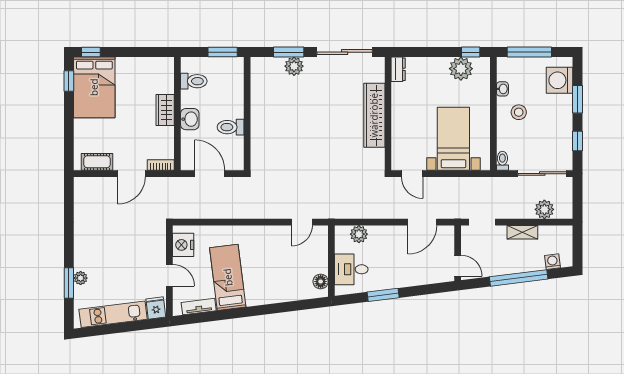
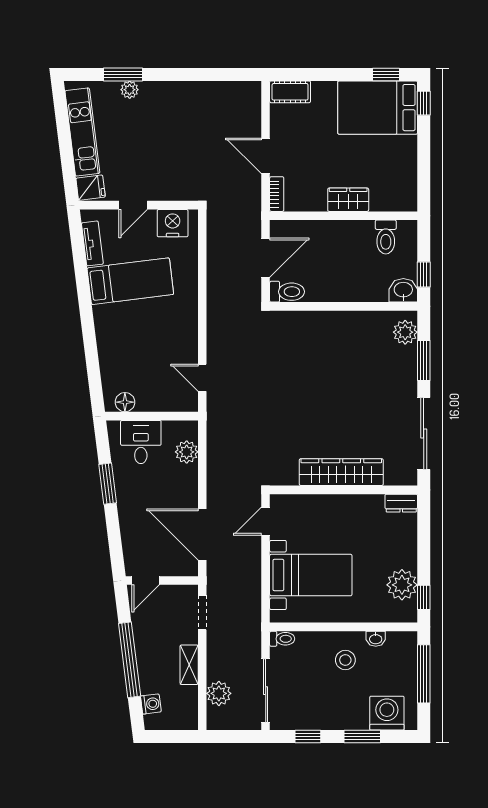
window: (223, 52) -> (424, 275), width x0.67
plant: (294, 66) -> (405, 332), moved
washbasin: (190, 119) -> (403, 290), moved, turned 180
toilet: (231, 127) -> (287, 292), moved, turned 90
cot: (97, 162) -> (290, 92), moved, turned 90
door: (422, 222) -> (202, 535), width x1.36

